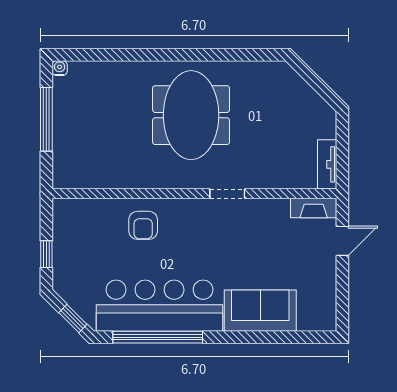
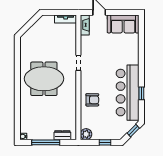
dresser: (63, 157) -> (62, 135), added
plant: (65, 211) -> (86, 134), added
sofa: (260, 311) -> (123, 24), moved, turned -90
window: (158, 337) -> (141, 93), width x0.32

